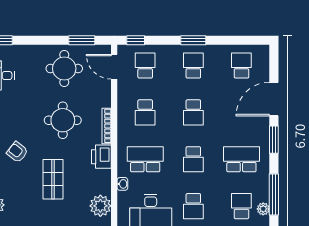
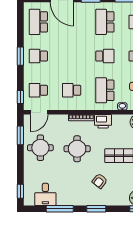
school desk: (241, 66) -> (38, 22), width x1.85
school desk: (145, 112) -> (72, 90), turned 180
school desk: (193, 112) -> (72, 56), removed

